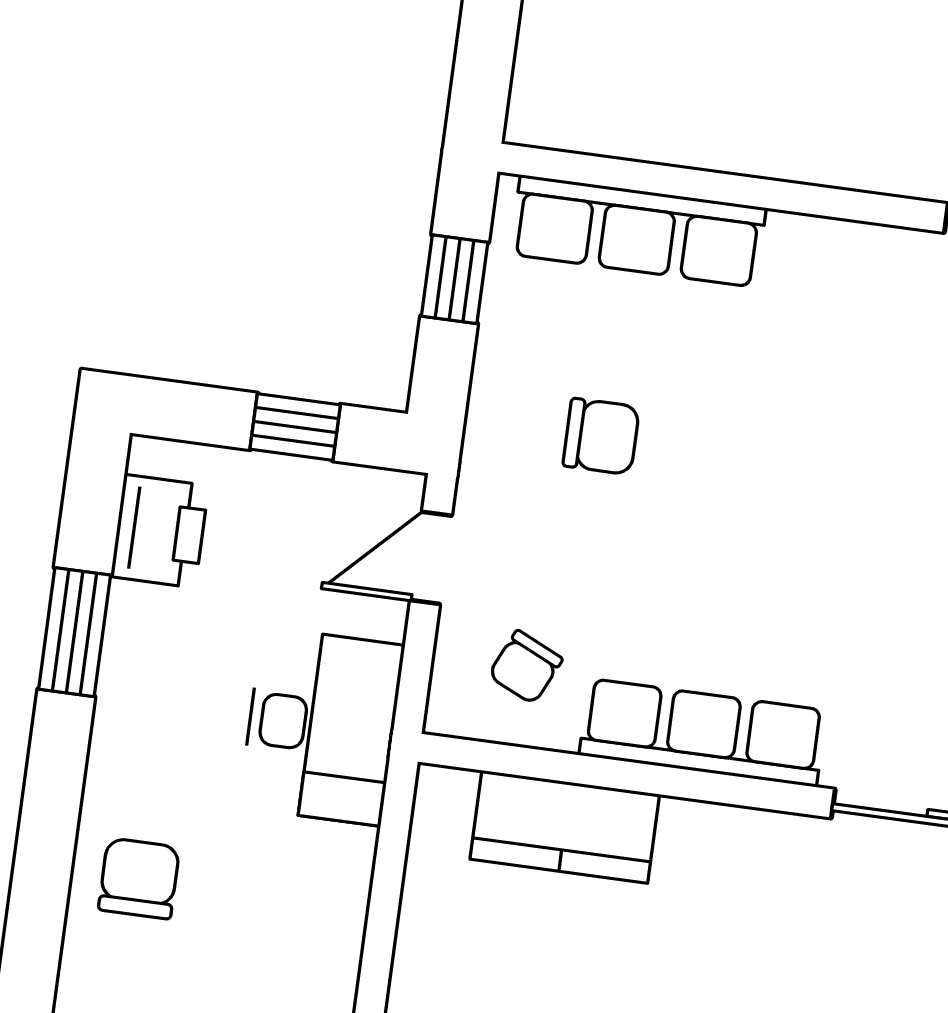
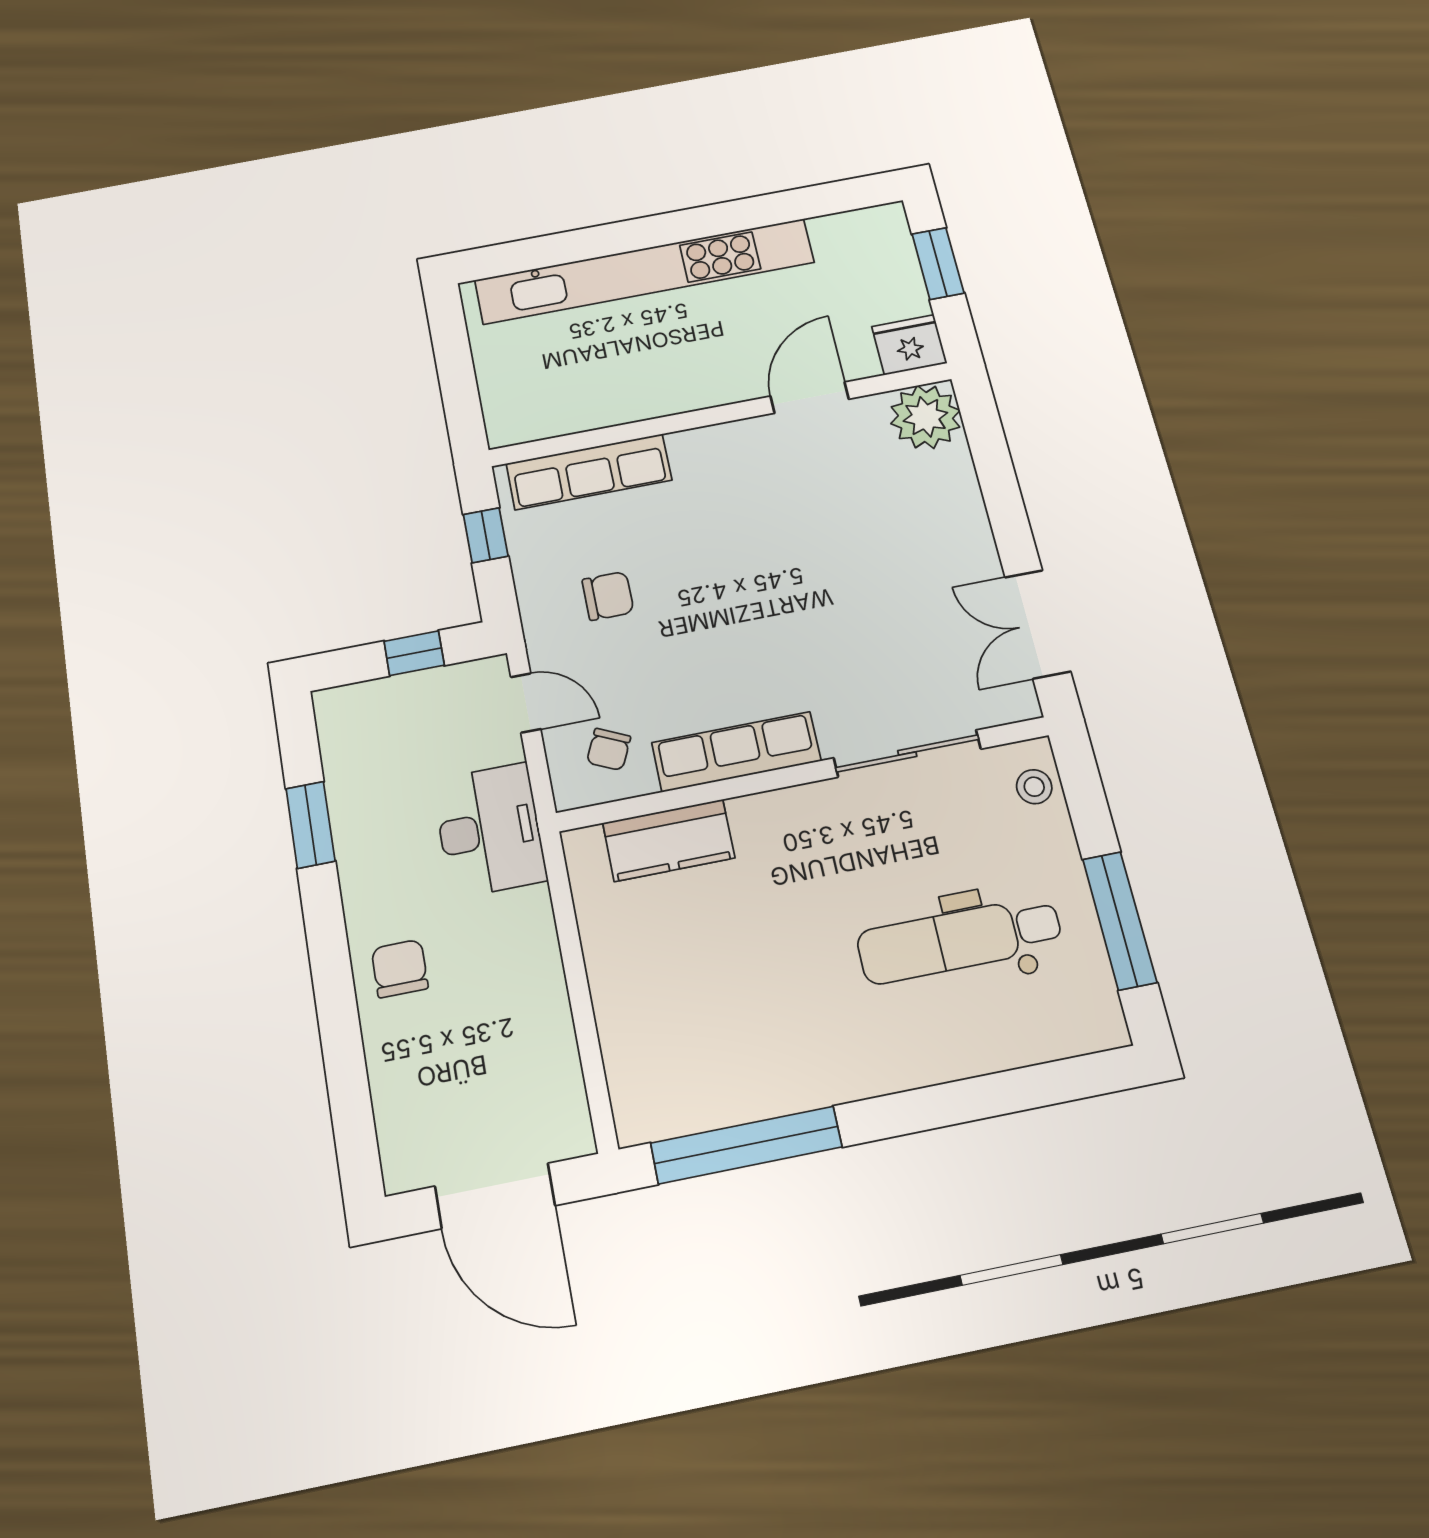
printer: (160, 531) -> (347, 744), removed
door: (431, 558) -> (526, 703), swing flipped

